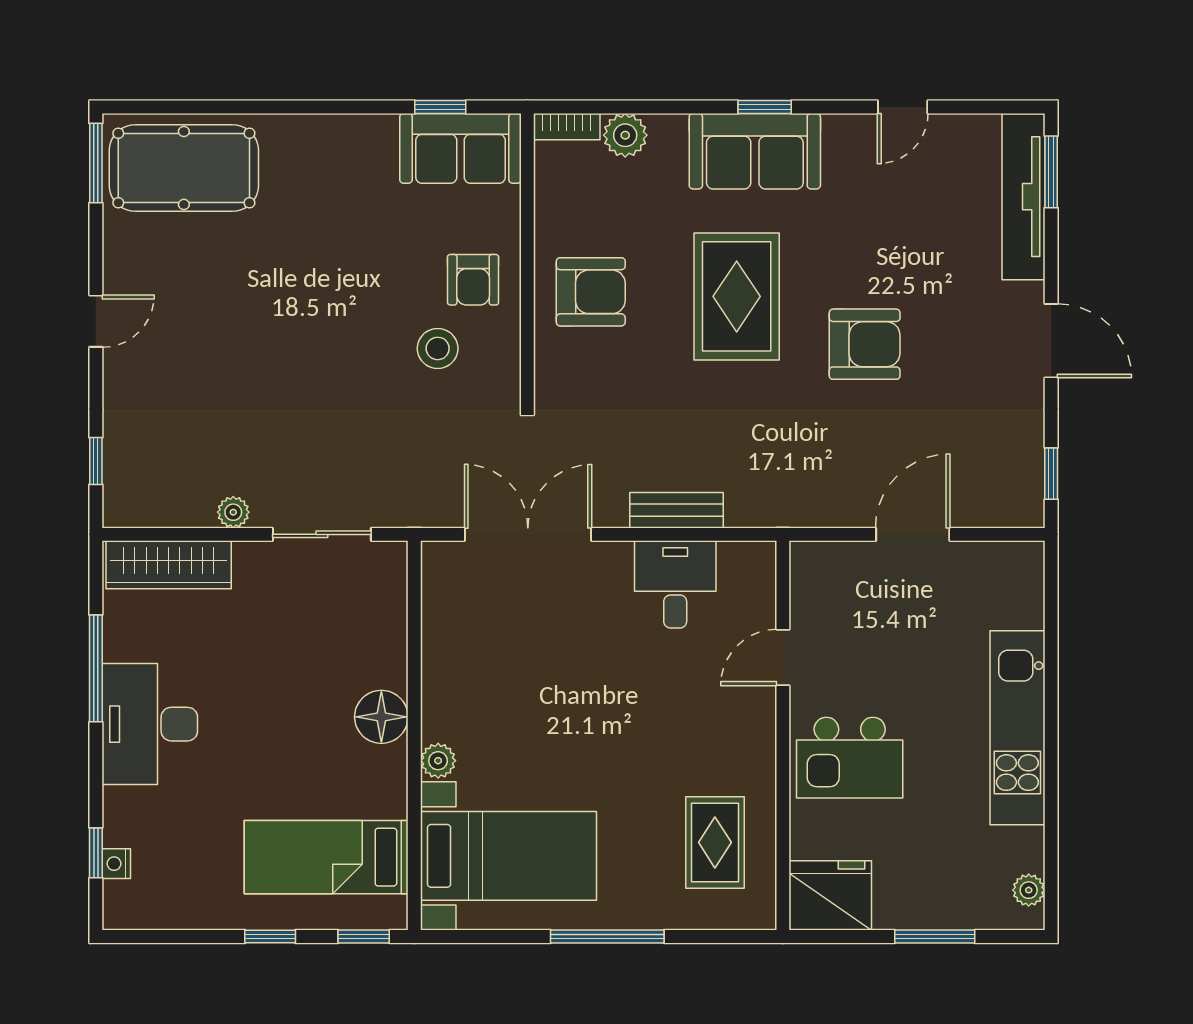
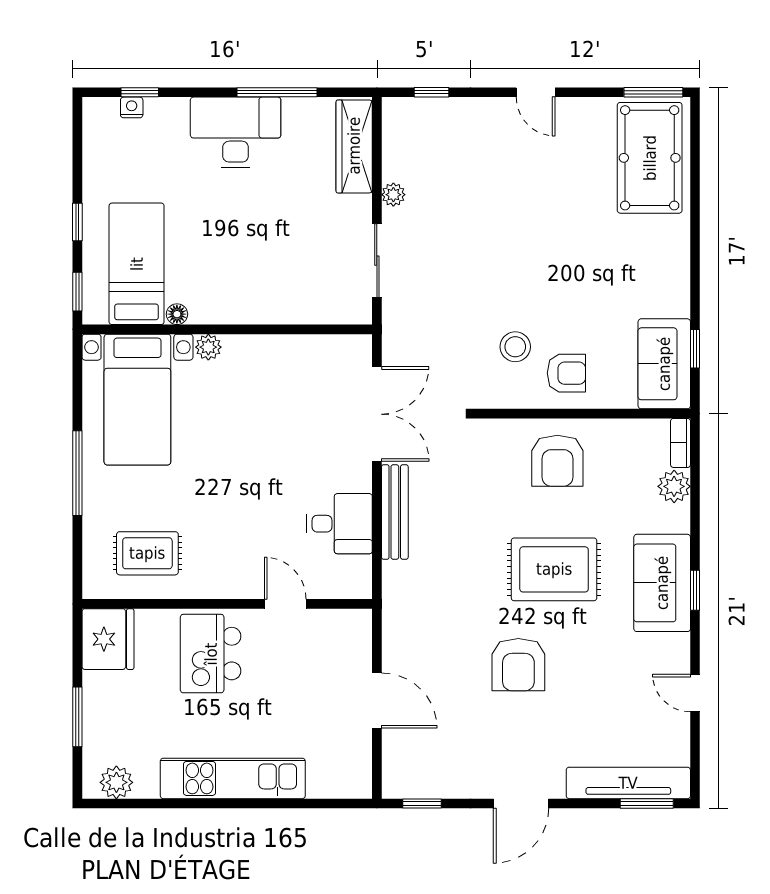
armchair: (473, 280) -> (566, 373), turned 180
bench: (677, 510) -> (395, 512), width x1.36
floor lamp: (381, 717) -> (177, 314), moved, width x0.53, depth x0.53
plant: (1029, 890) -> (116, 782), width x1.38, depth x1.38

